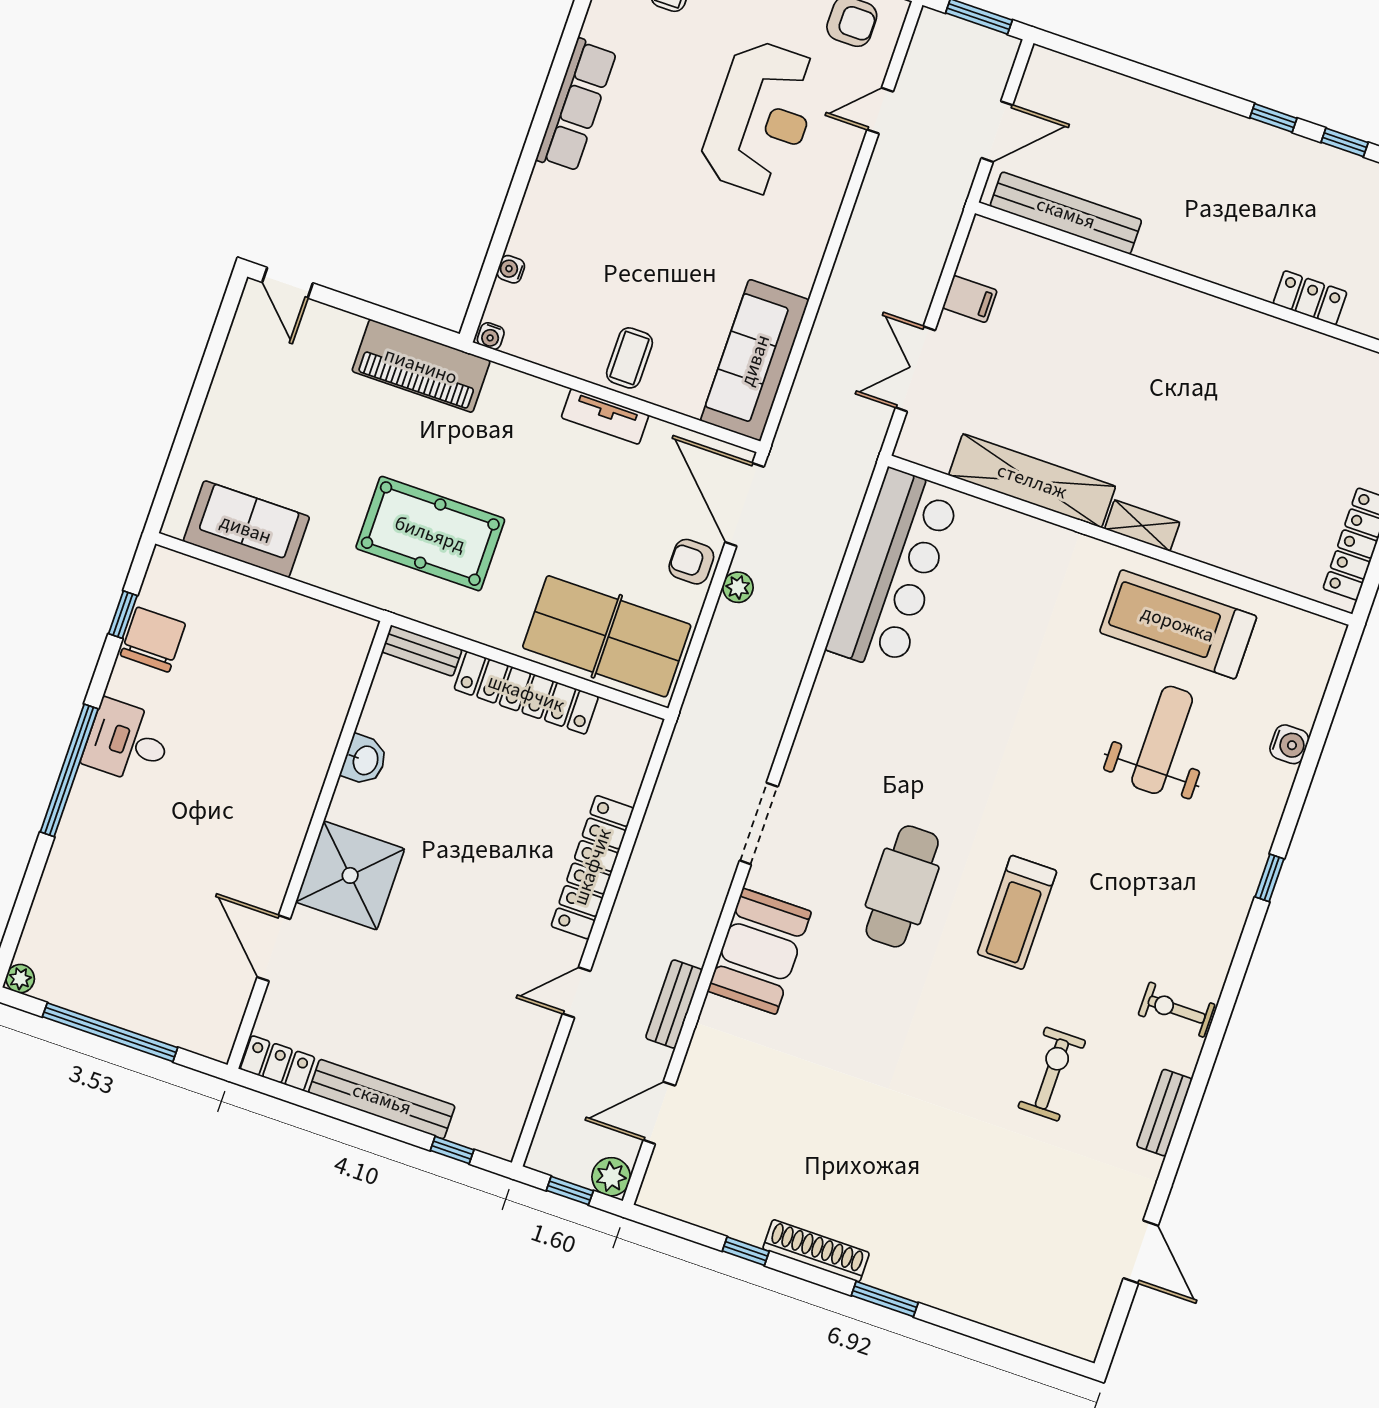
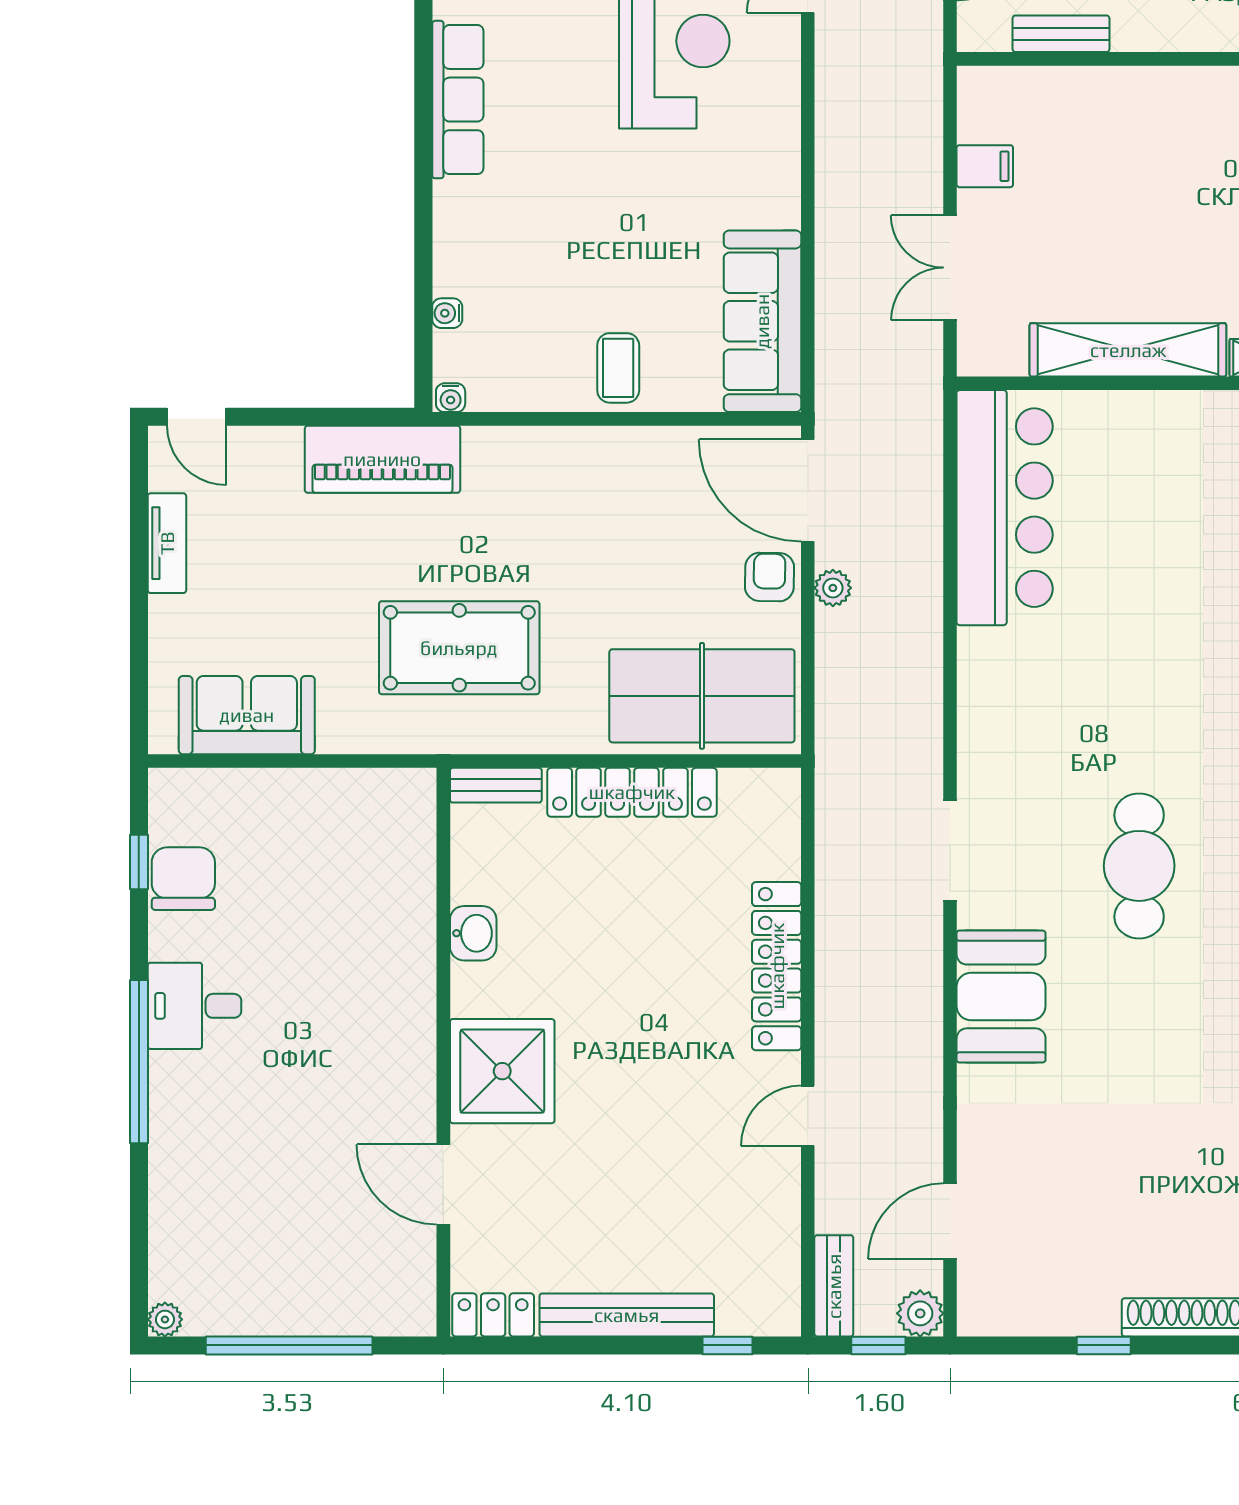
bench: (1066, 213) -> (1061, 34), width x0.54, depth x0.82
tv unit: (605, 416) -> (167, 543), moved, turned -90
armchair: (691, 562) -> (769, 577), turned 91
bench: (674, 1004) -> (834, 1286), moved

